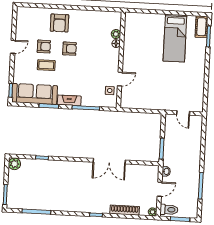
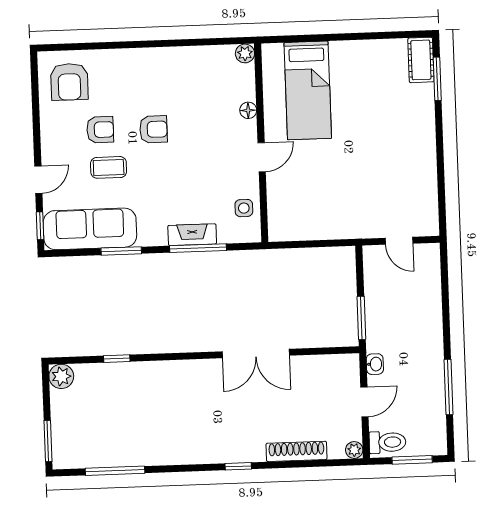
armchair: (60, 23) -> (69, 82), moved
plant: (116, 34) -> (245, 53), moved
bed: (175, 38) -> (308, 90), moved
door: (13, 47) -> (38, 180), moved
door: (120, 79) -> (262, 157), moved
fireplace: (69, 100) -> (192, 235), moved

